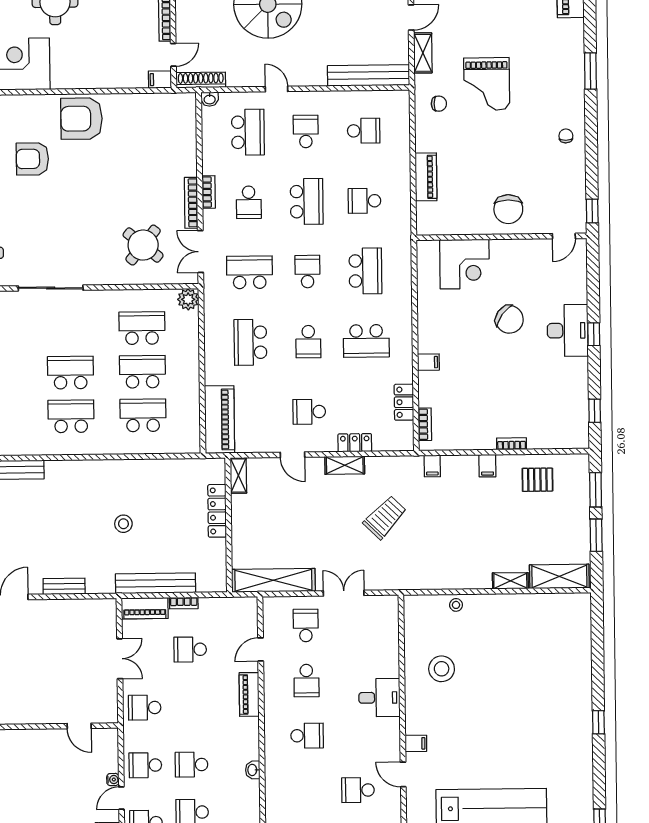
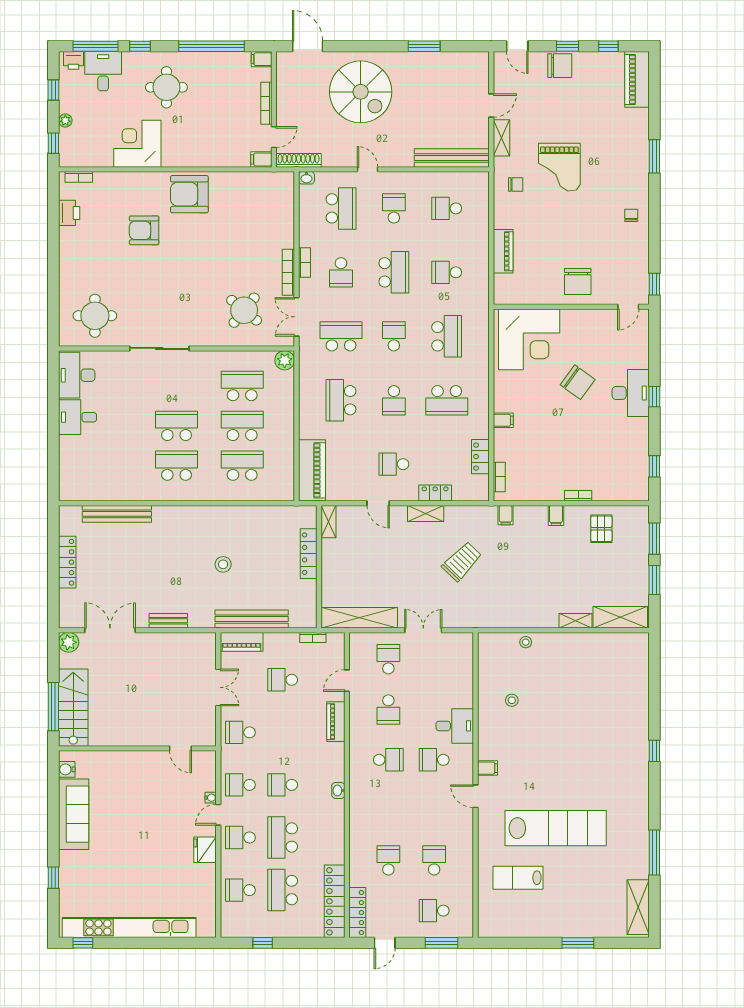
school desk: (364, 131) -> (447, 208), turned 180
corner desk: (465, 264) -> (529, 339), width x1.36, depth x1.36
pallet: (537, 480) -> (601, 529), turned 90
bookcase: (184, 603) -> (313, 637), moved
stool: (442, 669) -> (512, 700), width x0.53, depth x0.53
school desk: (358, 790) -> (434, 760), moved

